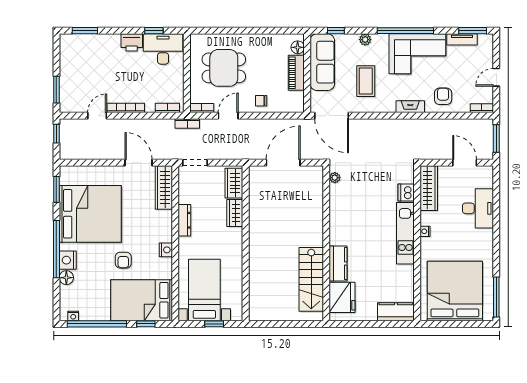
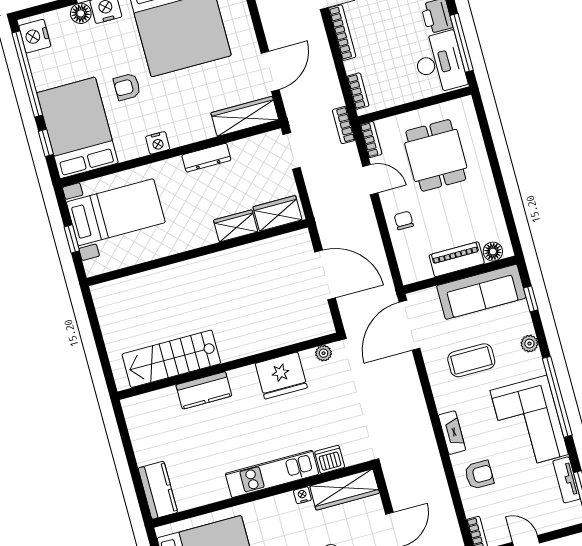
window: (154, 31) -> (462, 43), width x2.17
nightstand: (425, 231) -> (302, 495), moved
fridge: (342, 297) -> (281, 376), moved
nightstand: (73, 316) -> (35, 36), width x1.89, depth x1.79

